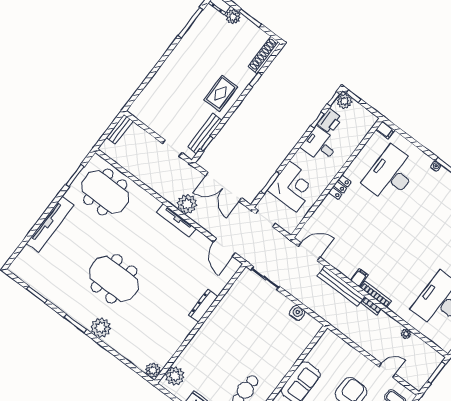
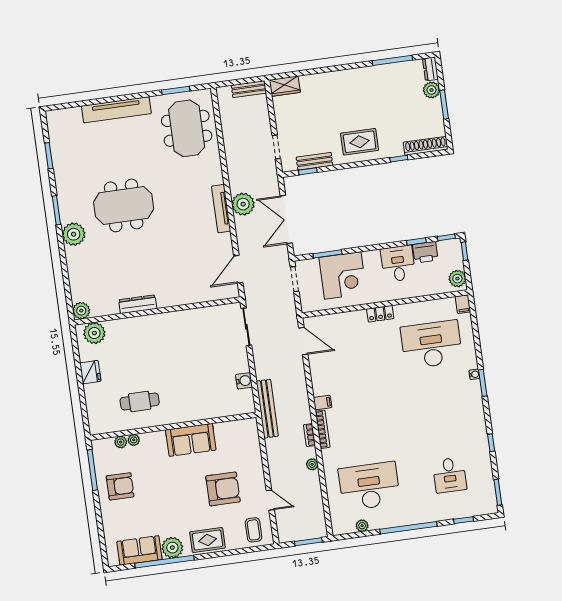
plant: (344, 101) -> (457, 279), moved
wardrobe: (140, 105) -> (285, 86), added
bench: (205, 133) -> (314, 161), width x0.73
meeting table: (114, 279) -> (124, 205), turned 90
bench: (341, 286) -> (267, 409), moved
dresser: (203, 306) -> (138, 304), moved
plant: (406, 334) -> (312, 464), moved

